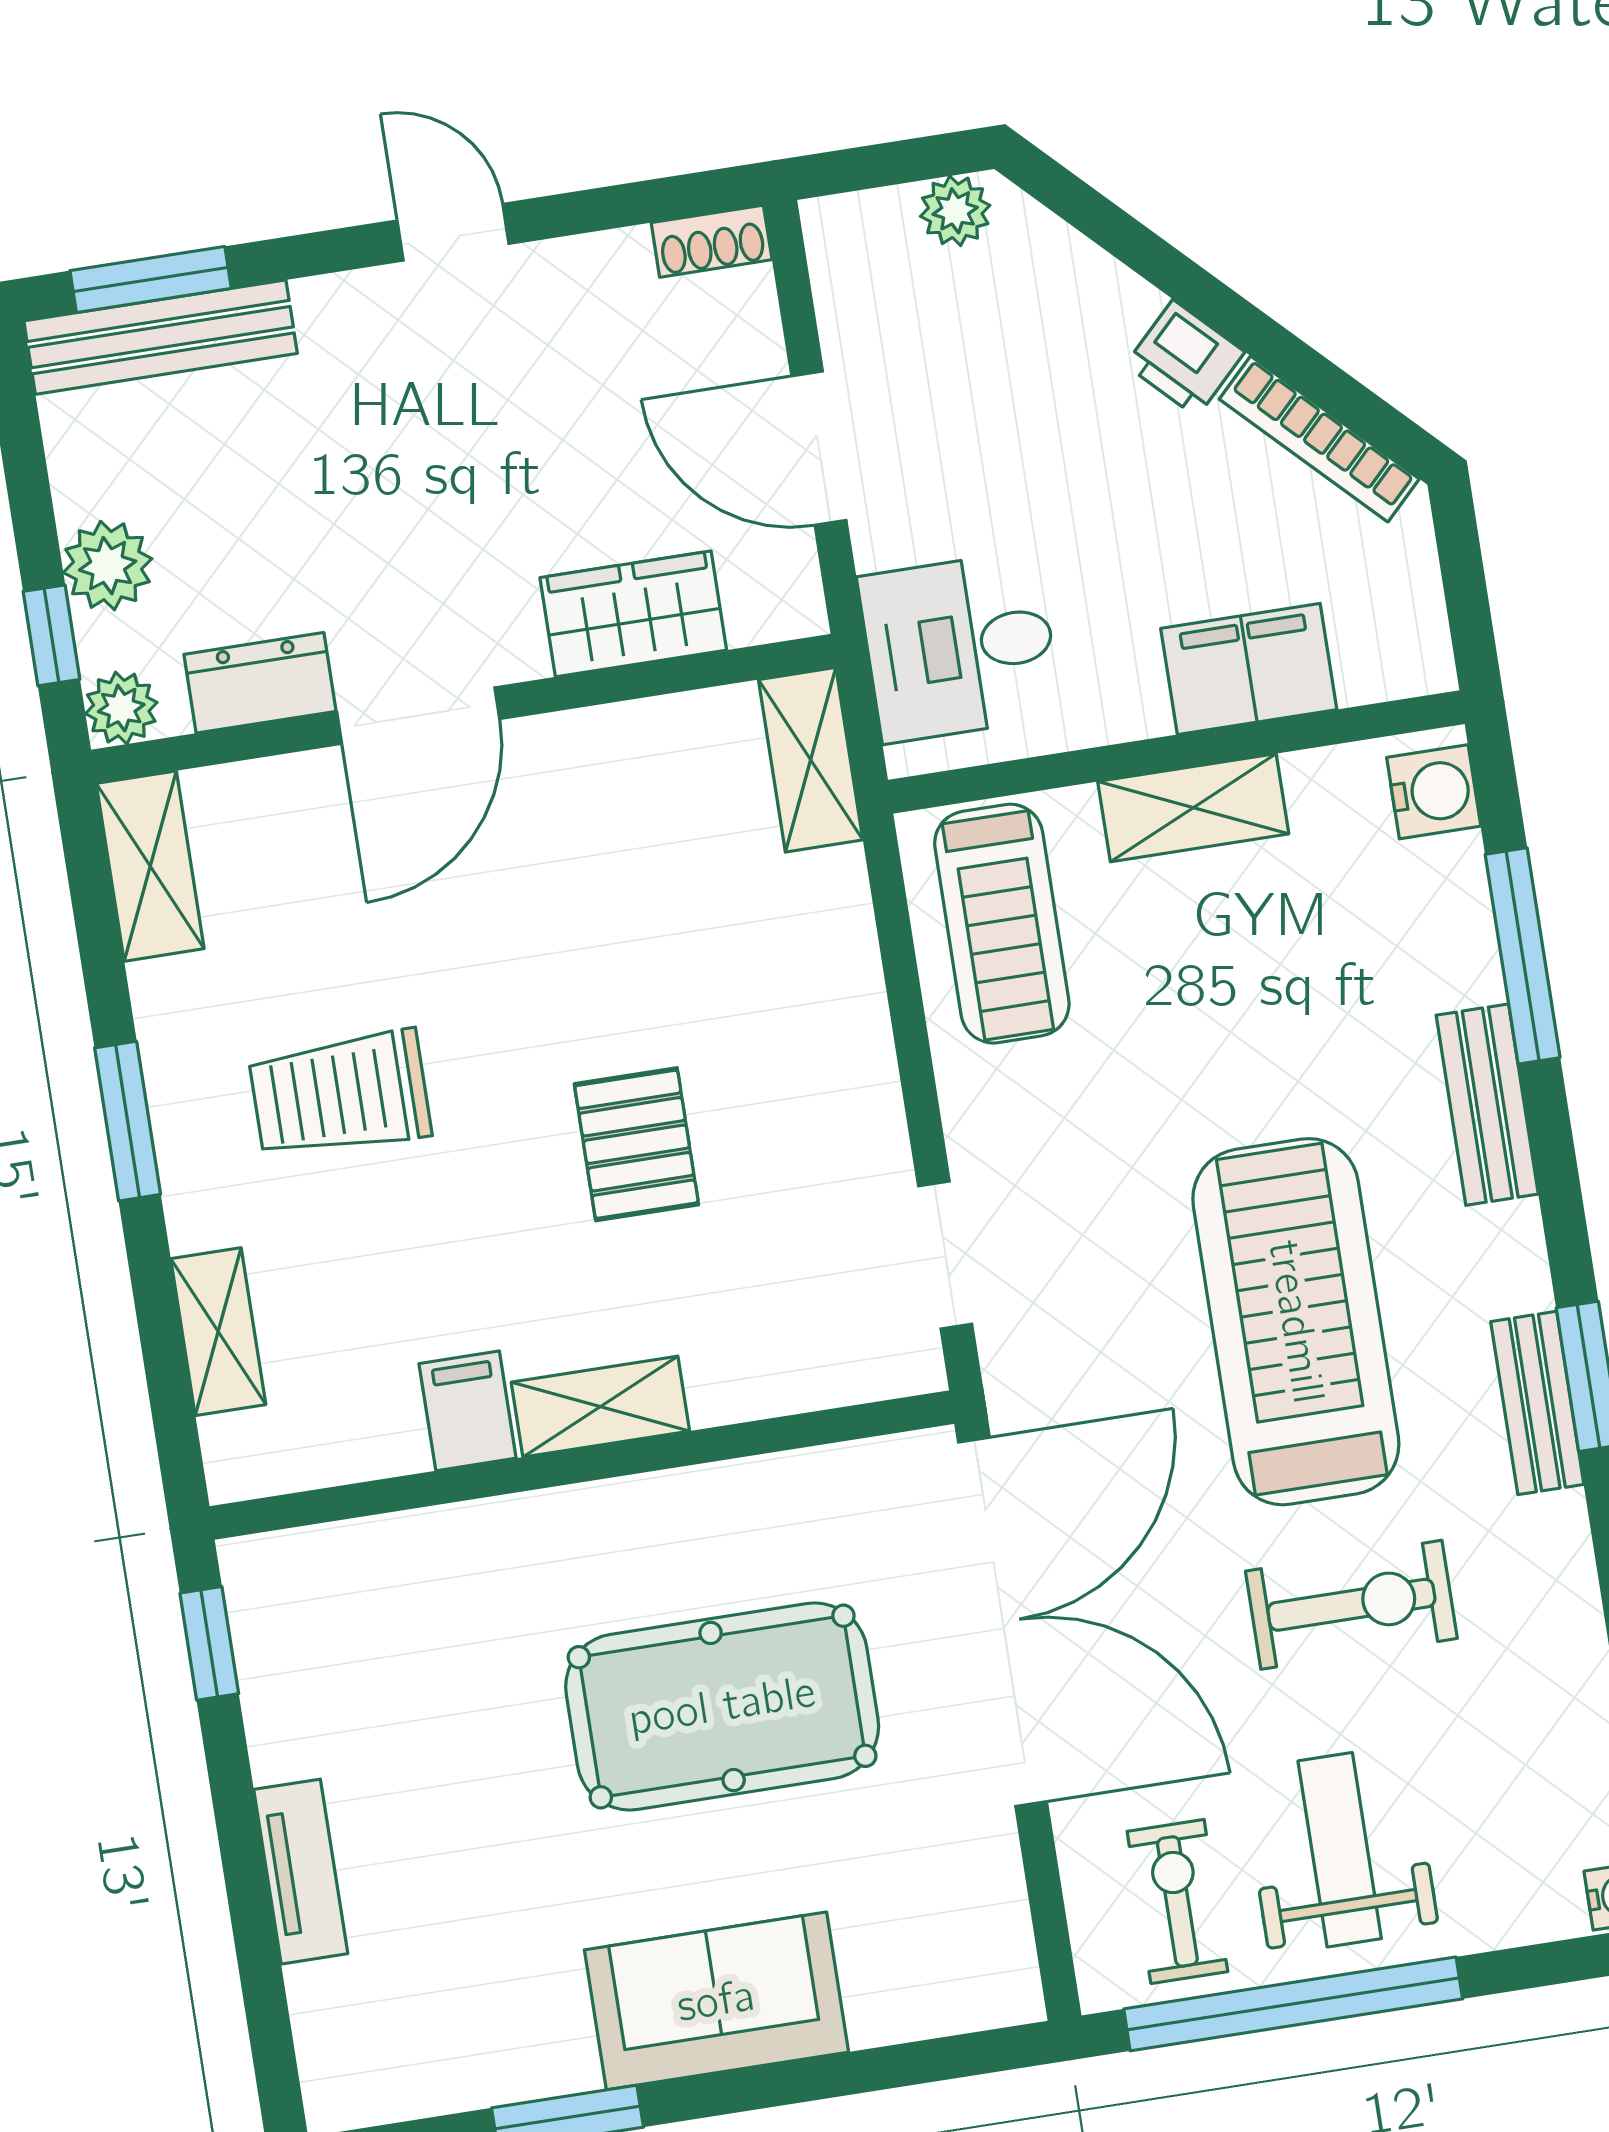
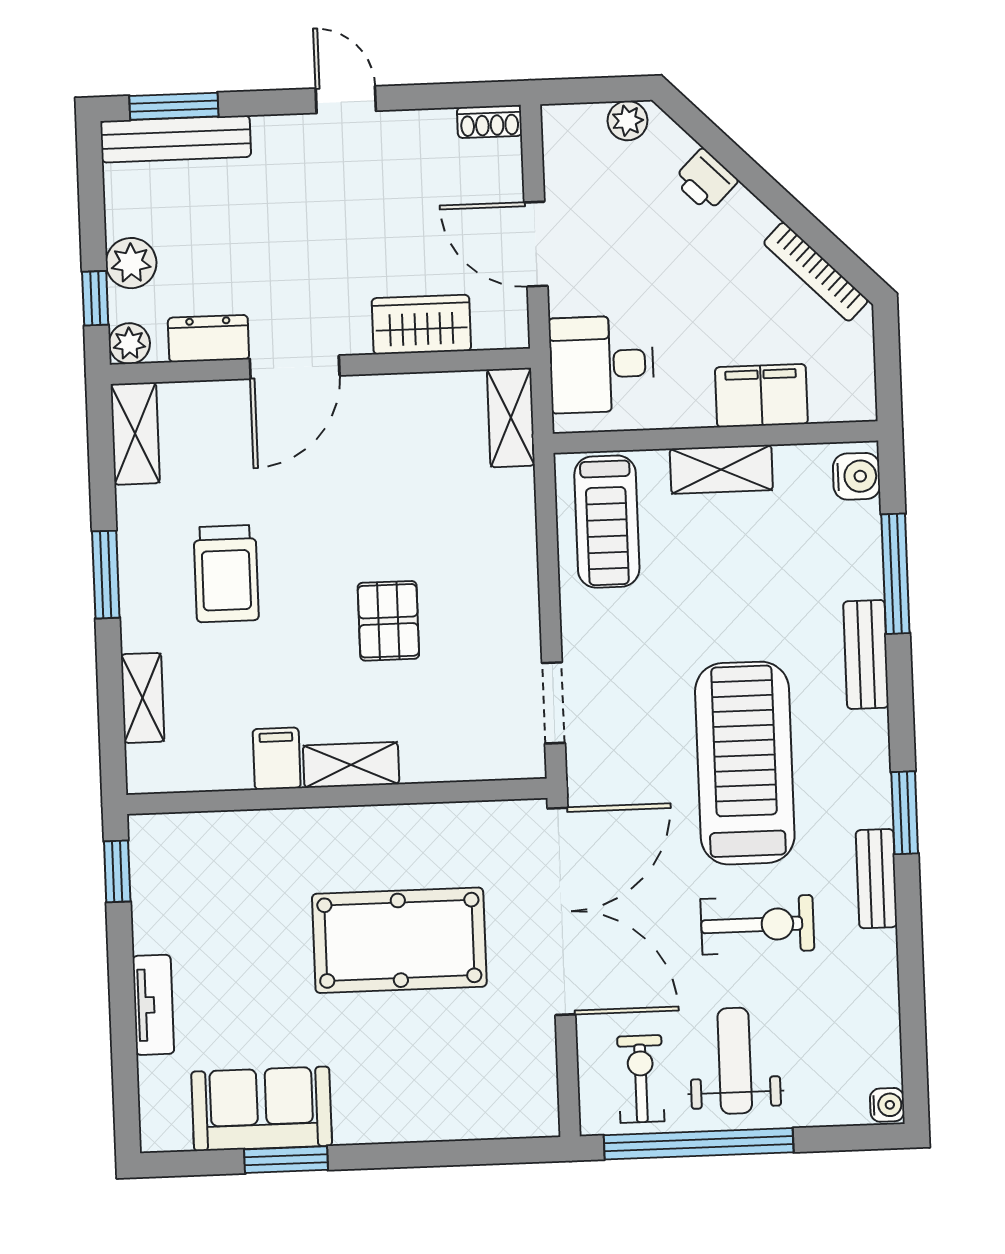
printer: (1185, 358) -> (705, 180), moved
trolley: (340, 1095) -> (226, 574), turned -90
bench: (1537, 1403) -> (876, 879), moved
sofa: (716, 2001) -> (262, 1109), moved

